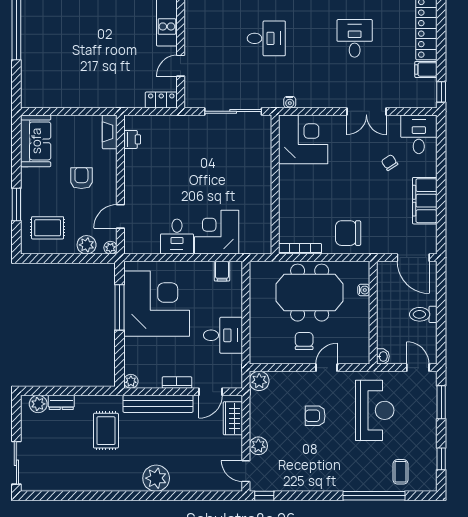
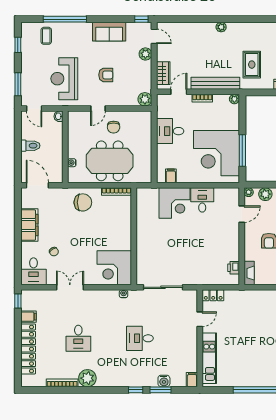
plant: (156, 478) -> (221, 27), width x0.53, depth x0.53
sofa: (310, 478) -> (109, 32), added

